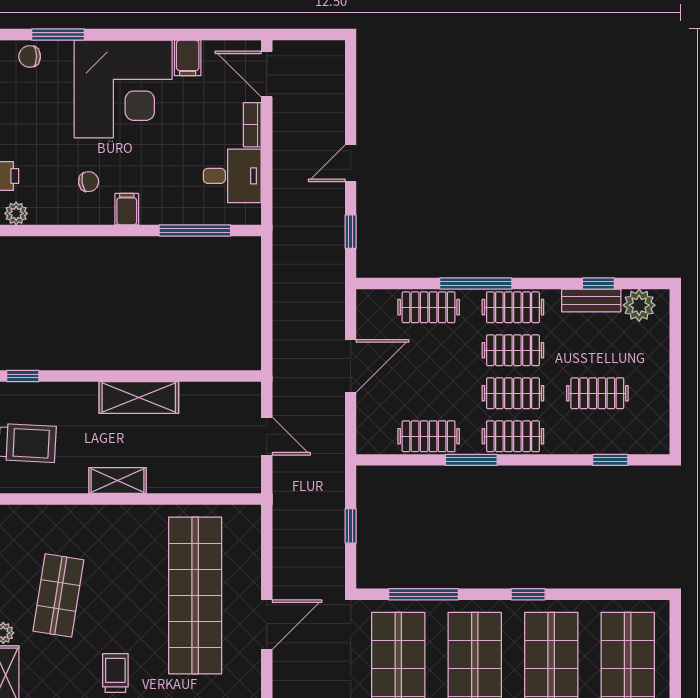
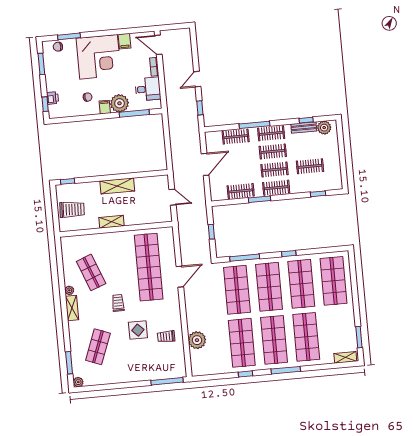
plant: (16, 213) -> (119, 103), moved, width x1.88, depth x1.88
shop shelf: (58, 595) -> (91, 272), turned -30

